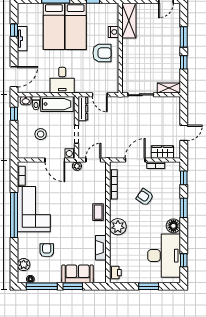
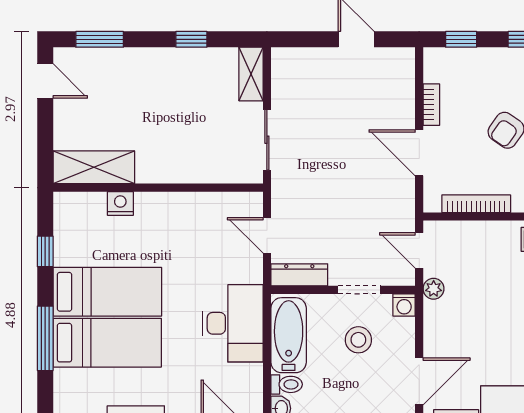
window: (184, 37) -> (100, 39), moved
armchair: (102, 53) -> (169, 230), removed
desk: (62, 80) -> (233, 323), width x1.37
door: (100, 95) -> (267, 235), swing flipped
stool: (41, 134) -> (358, 340), moved
wardrobe: (162, 152) -> (400, 89), removed
door: (55, 160) -> (419, 381), moved

